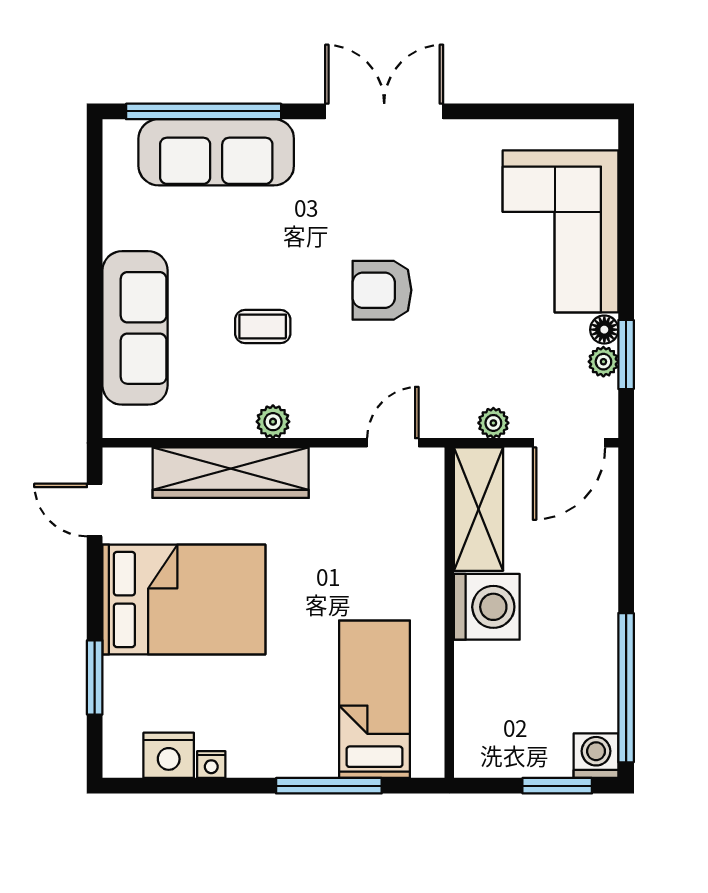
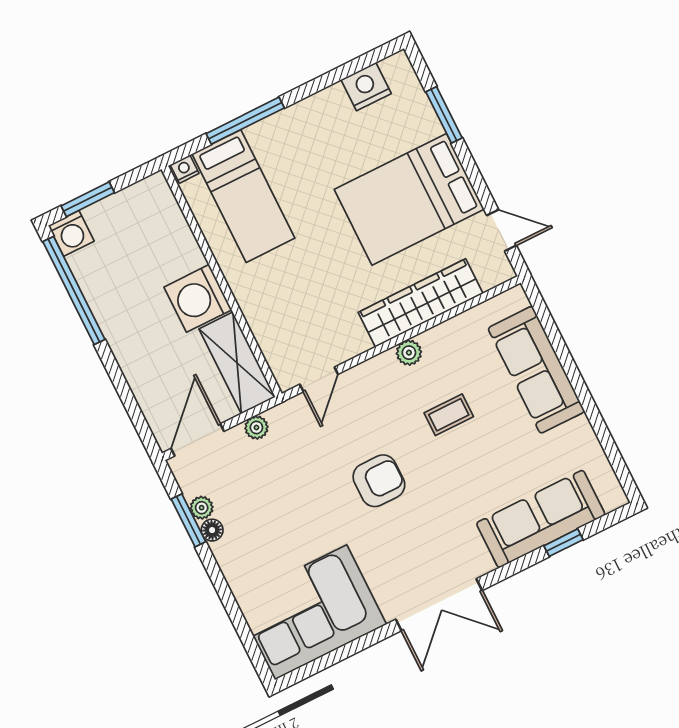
window: (204, 111) -> (564, 543), width x0.32
corner sofa: (560, 231) -> (311, 612), moved, turned -90
nightstand: (211, 765) -> (185, 169), moved

